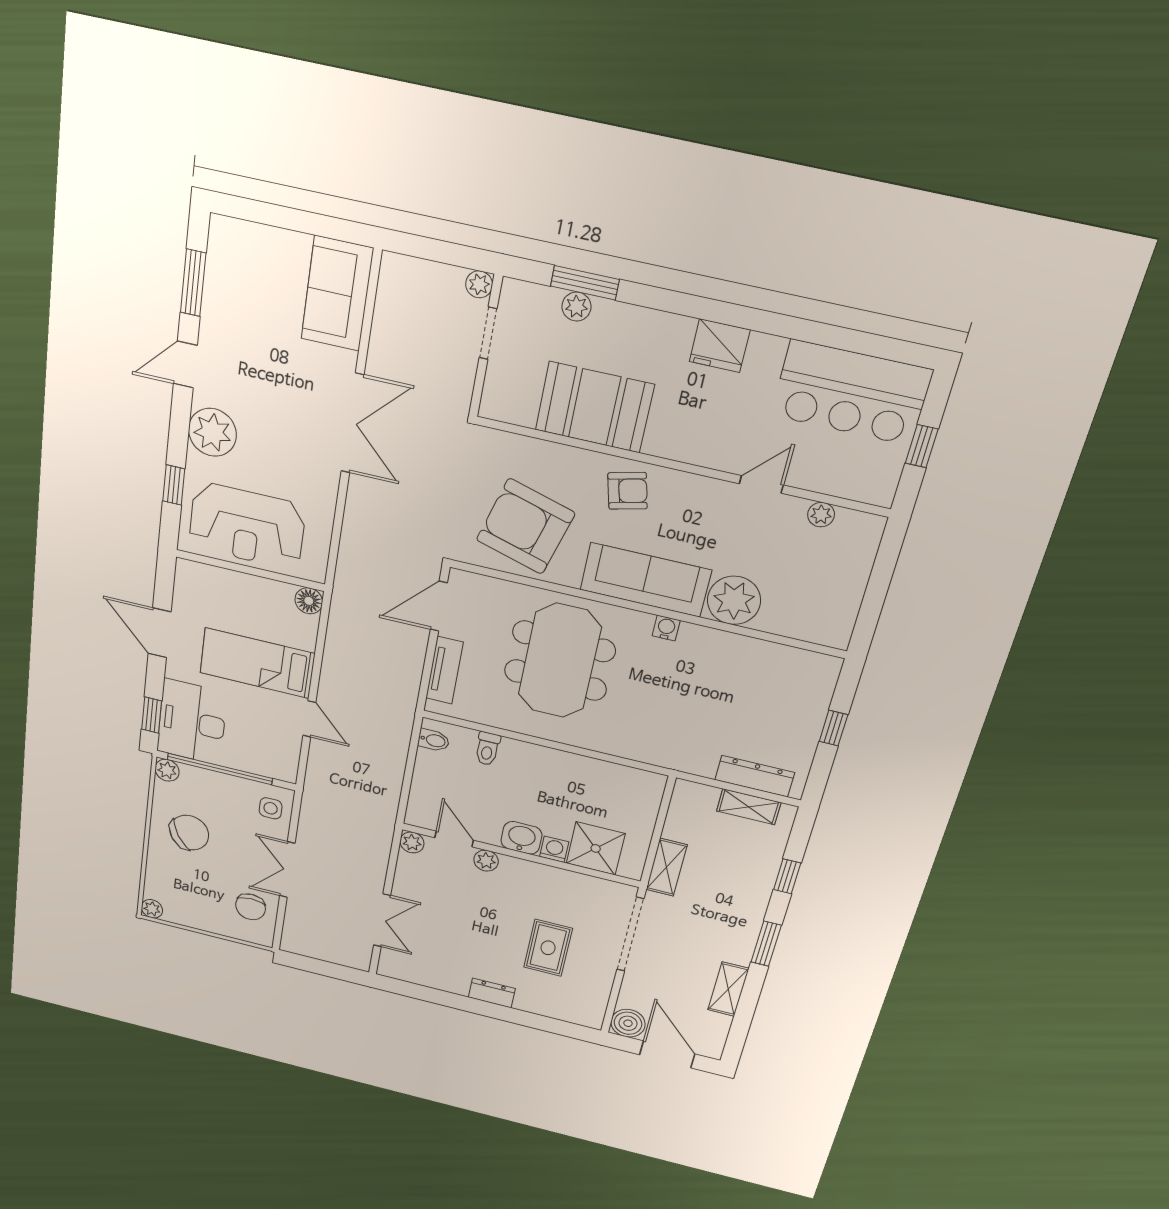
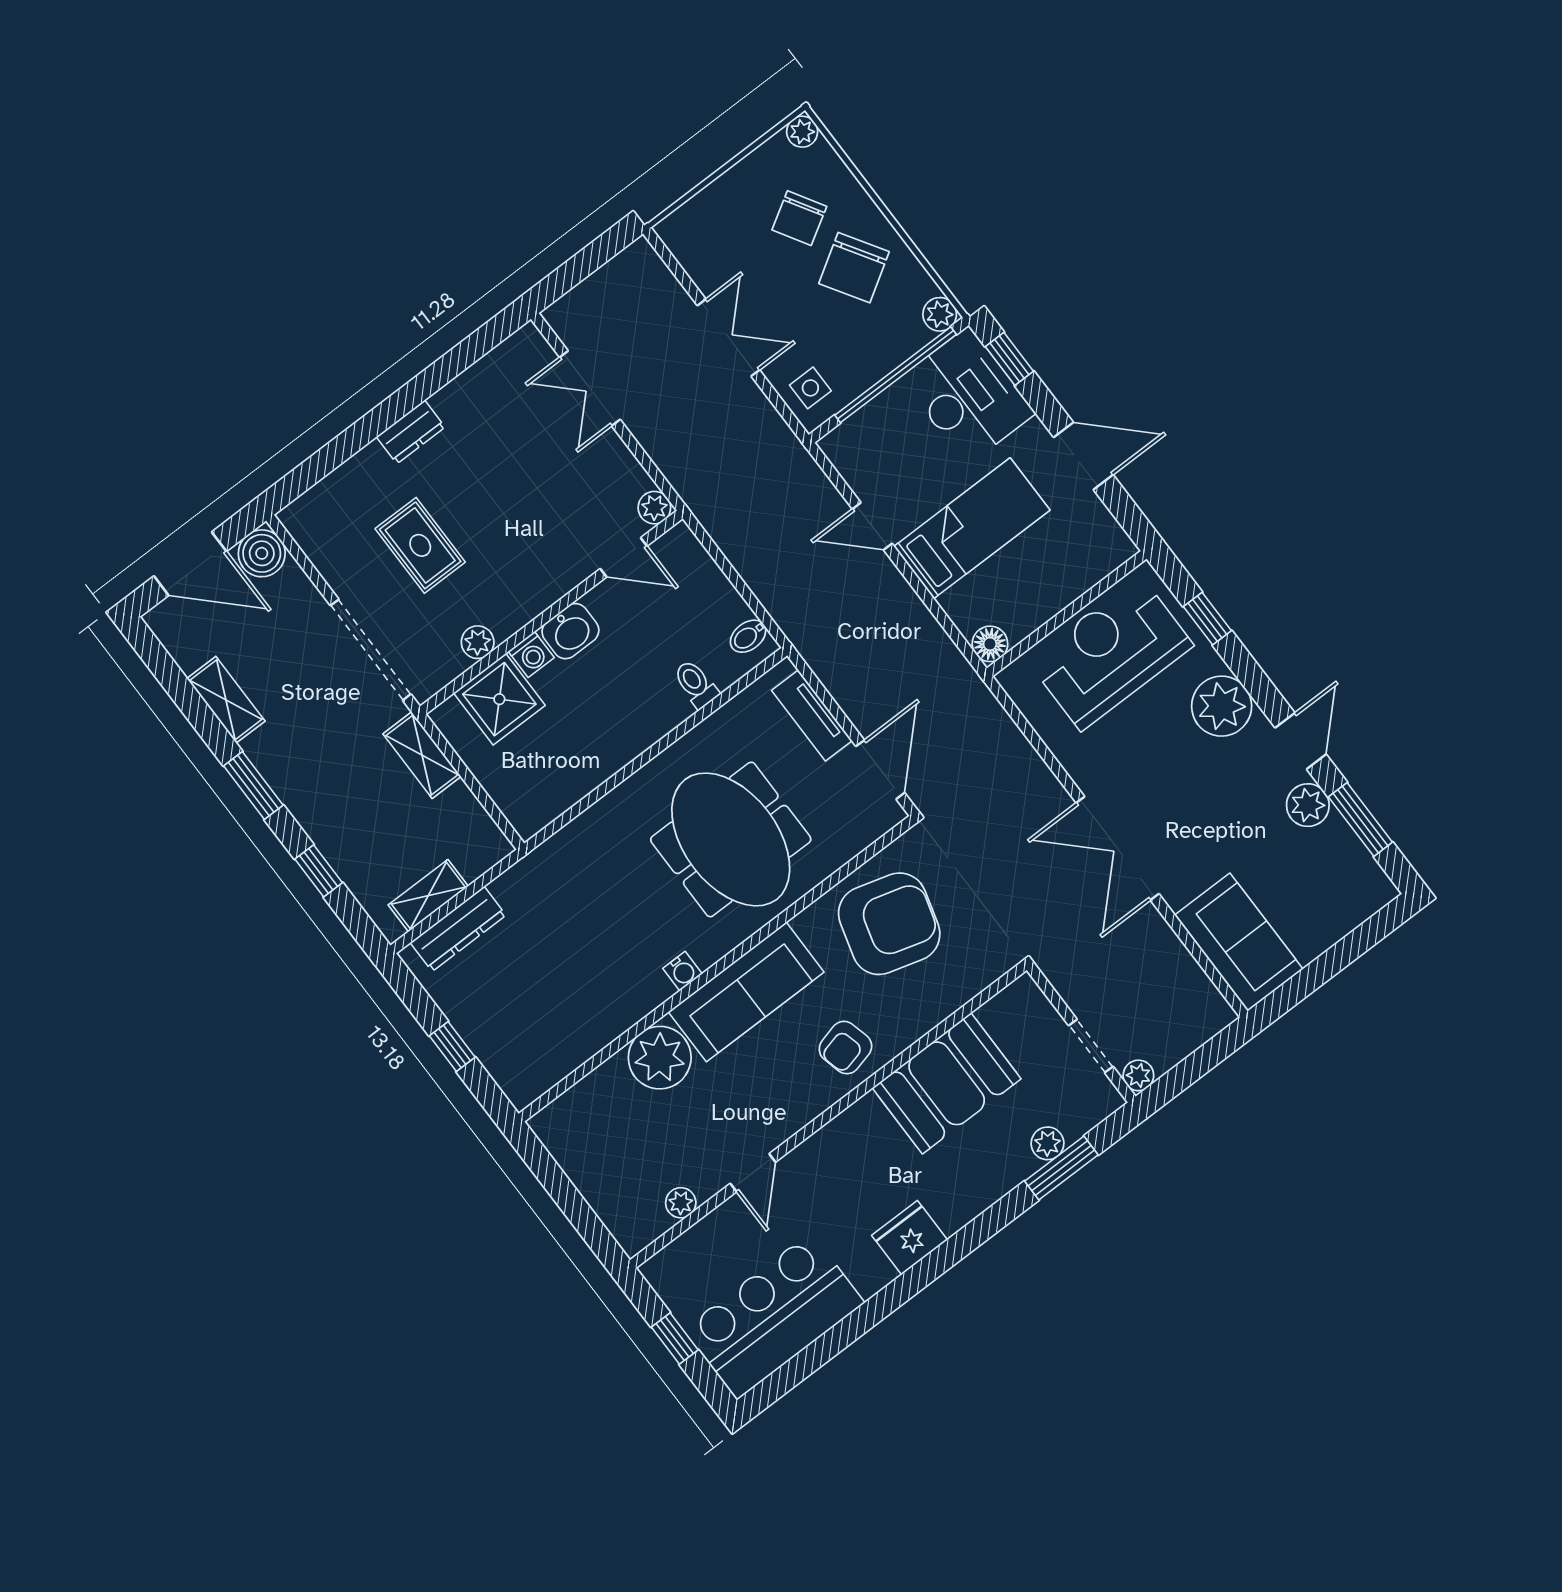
plant: (217, 325) -> (1308, 805), added
plant: (486, 861) -> (478, 642), moved
chair: (251, 907) -> (799, 218), moved, turned -121

